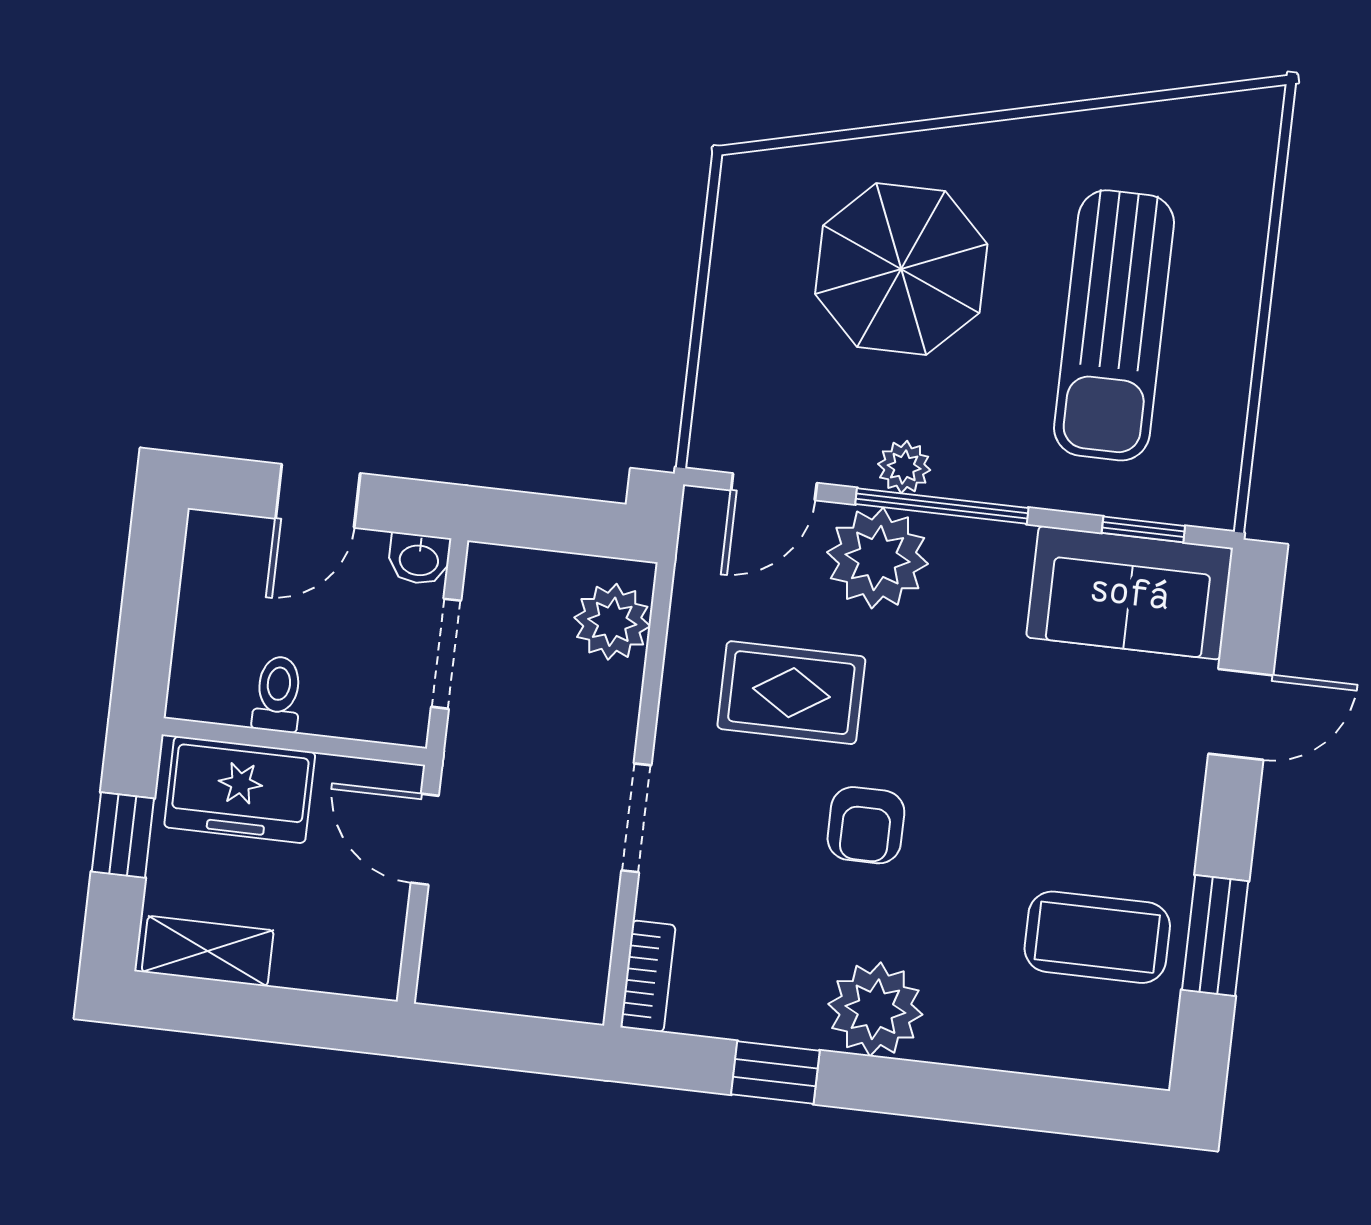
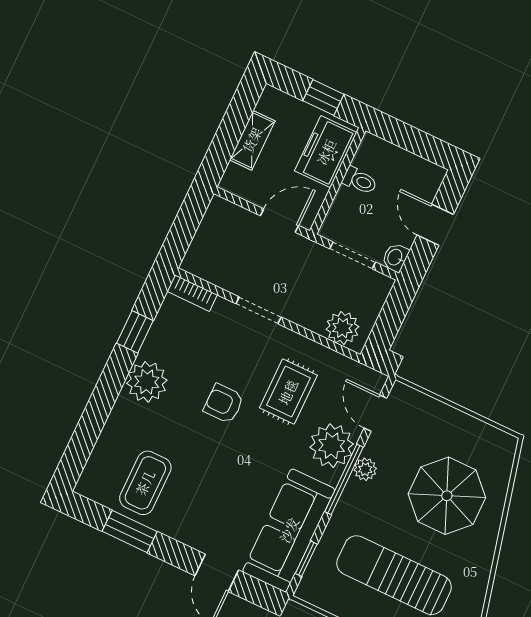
sofa: (1130, 593) -> (289, 530), width x1.36
shelving: (208, 951) -> (252, 140), moved

